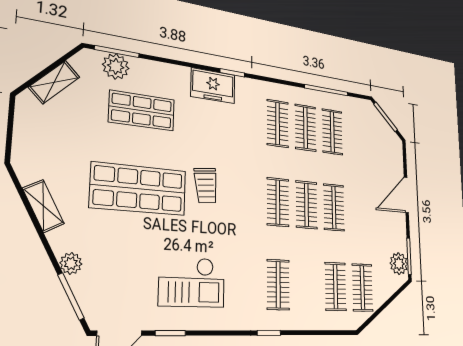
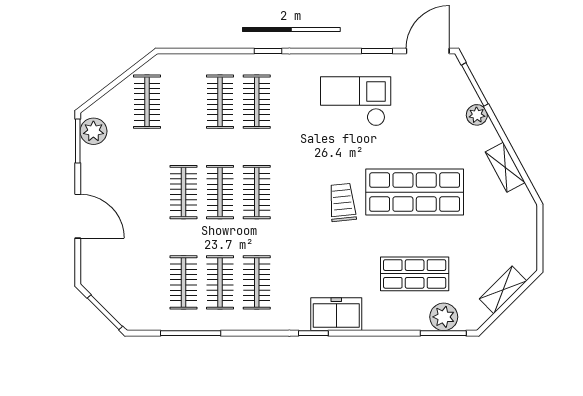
door: (406, 195) -> (78, 216), hinge flipped
clothes rail: (336, 287) -> (220, 102), moved

